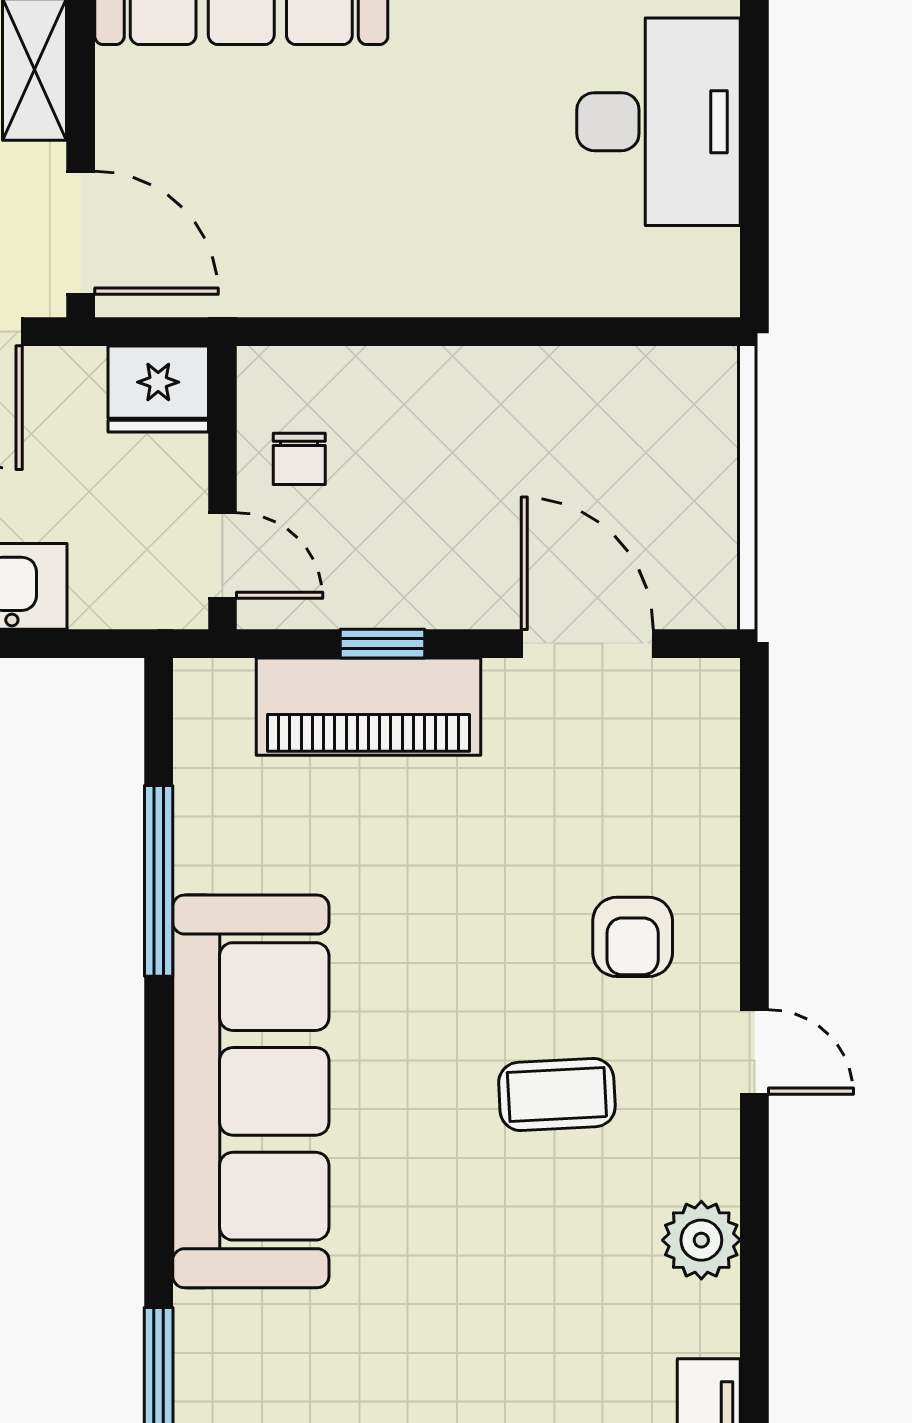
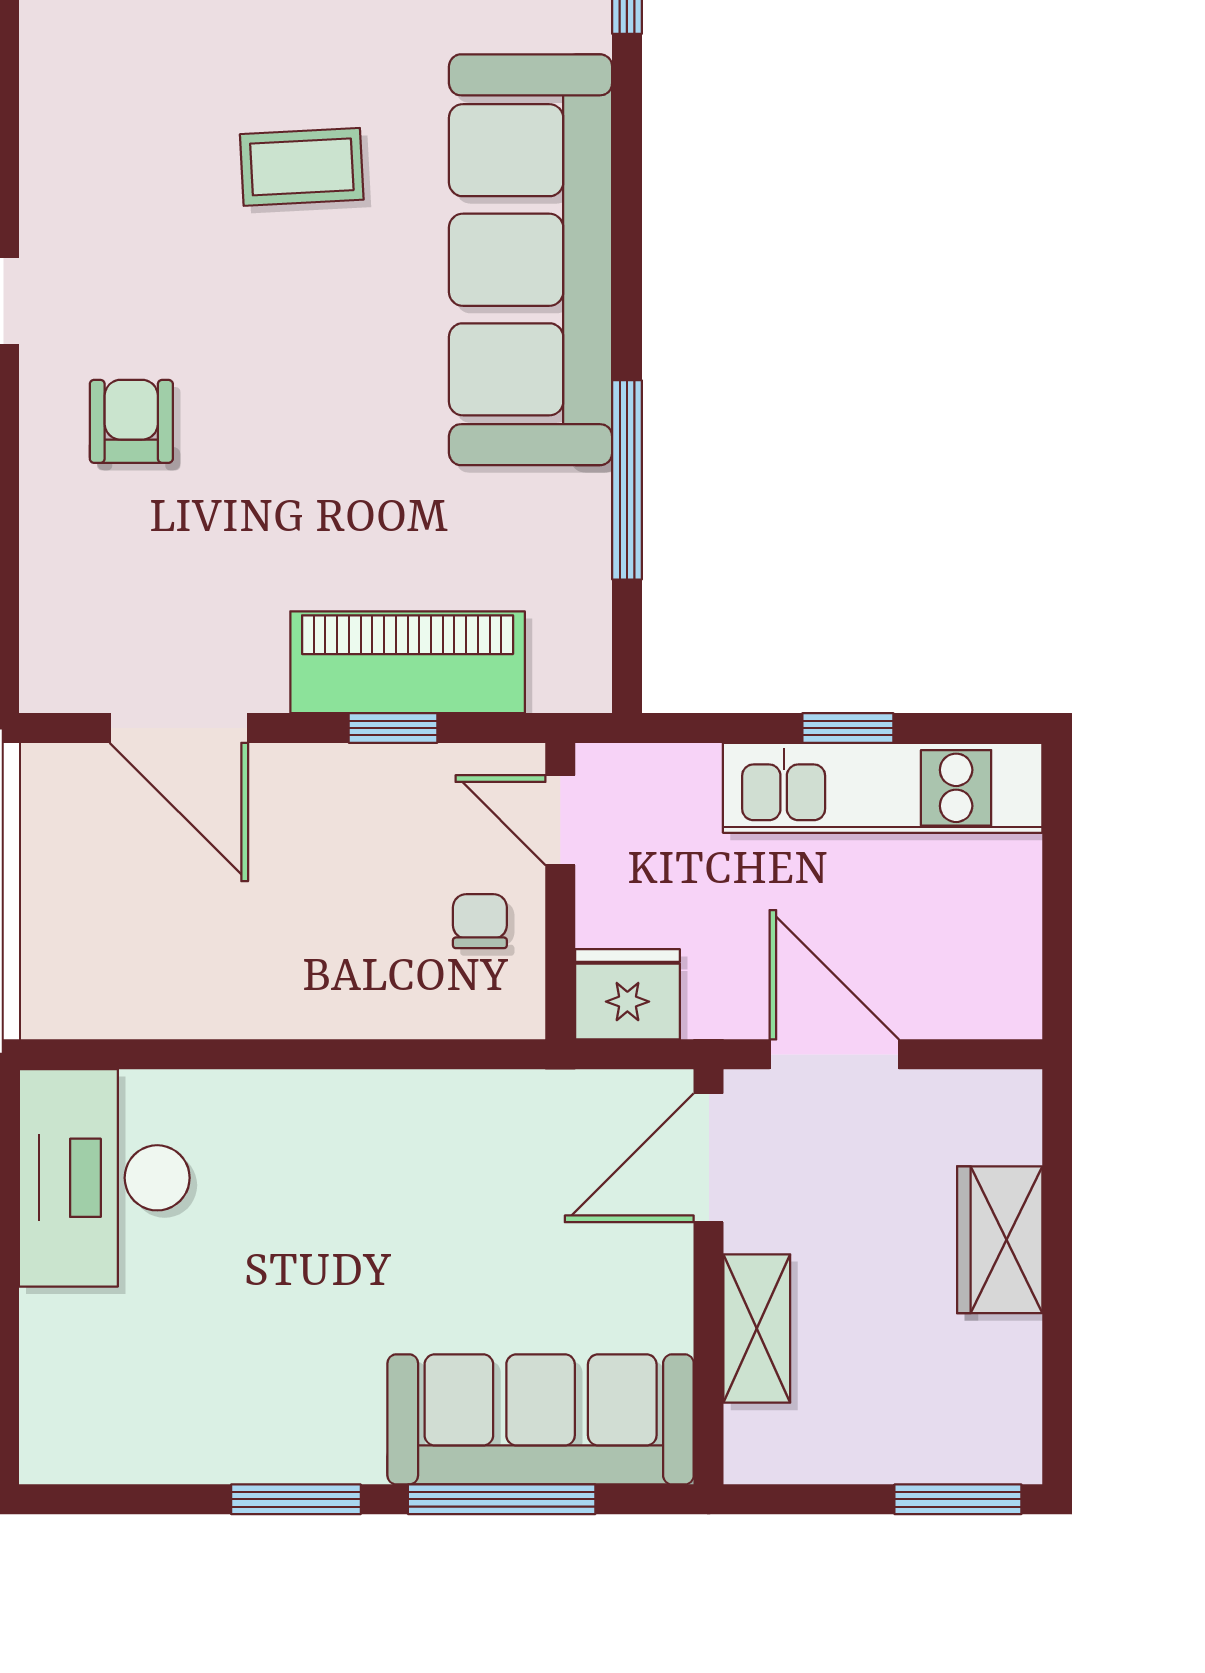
desk: (659, 122) -> (104, 1178), moved
door: (81, 233) -> (709, 1158), hinge flipped
coffee table: (557, 1094) -> (302, 167), moved
plant: (701, 1240) -> (60, 104), removed

